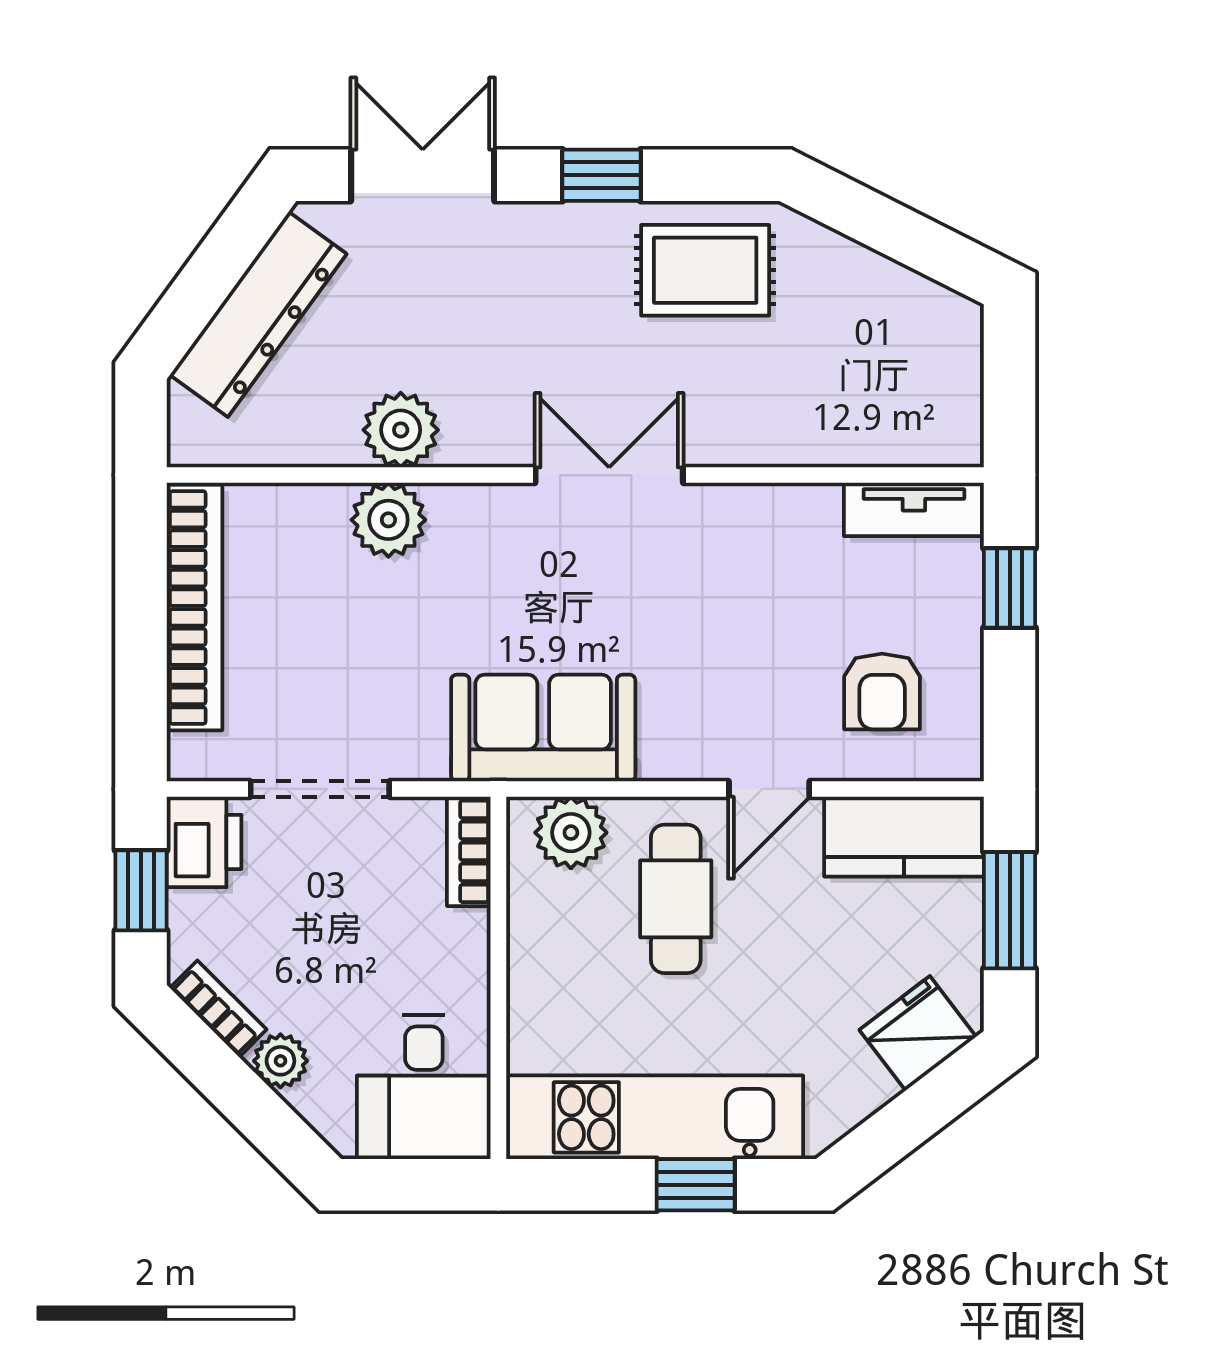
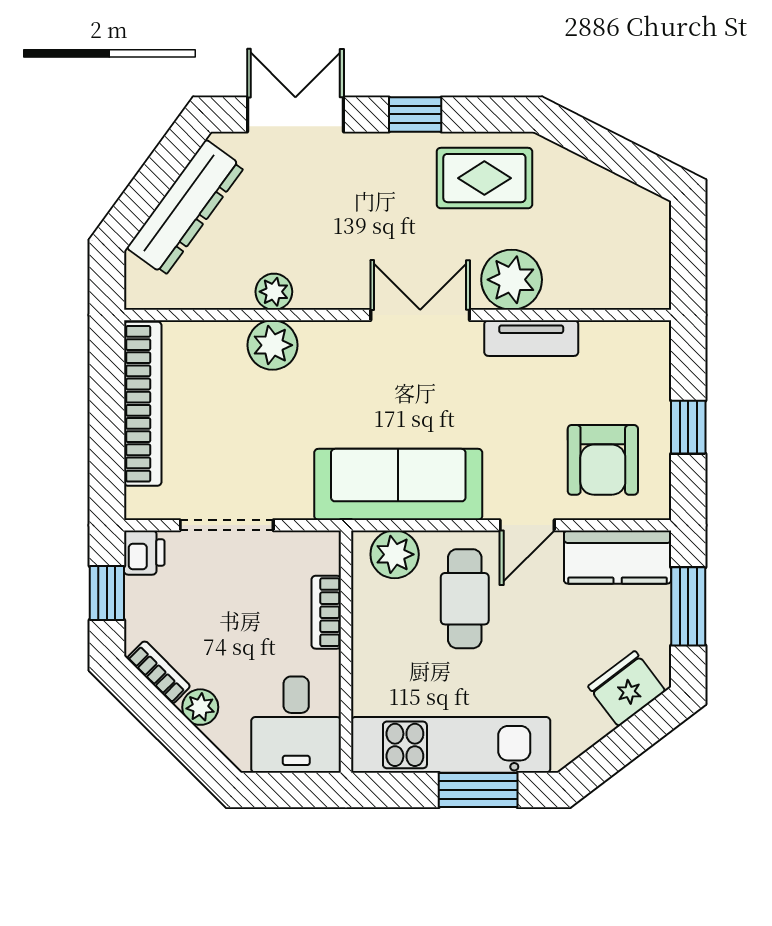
plant: (746, 422) -> (512, 280), added
plant: (401, 430) -> (274, 292), width x0.73, depth x0.73
tv unit: (914, 509) -> (531, 338), moved
window: (1010, 588) -> (688, 427), moved
armchair: (882, 691) -> (603, 460), width x1.38, depth x1.38
sofa: (543, 728) -> (398, 484), width x1.36
printer: (204, 842) -> (144, 553), width x0.73, depth x0.81
bookcase: (469, 851) -> (326, 612), moved
window: (696, 1185) -> (478, 790), width x1.50

